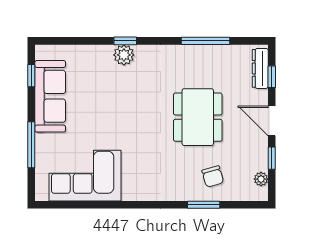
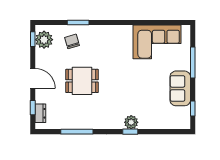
dresser: (260, 68) -> (40, 113), width x0.70
sofa: (50, 96) -> (180, 88), width x0.73
dining table: (198, 117) -> (82, 81), width x0.73
window: (272, 158) -> (33, 39), moved
plant: (261, 179) -> (44, 40), width x1.88, depth x1.88

